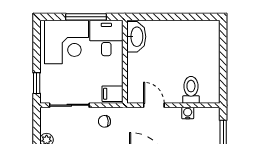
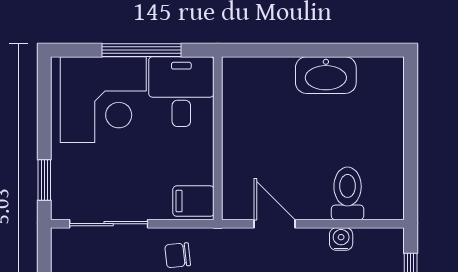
washbasin: (136, 37) -> (326, 75), moved, turned 90

